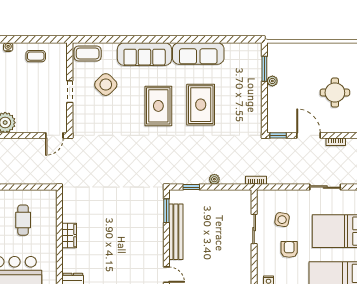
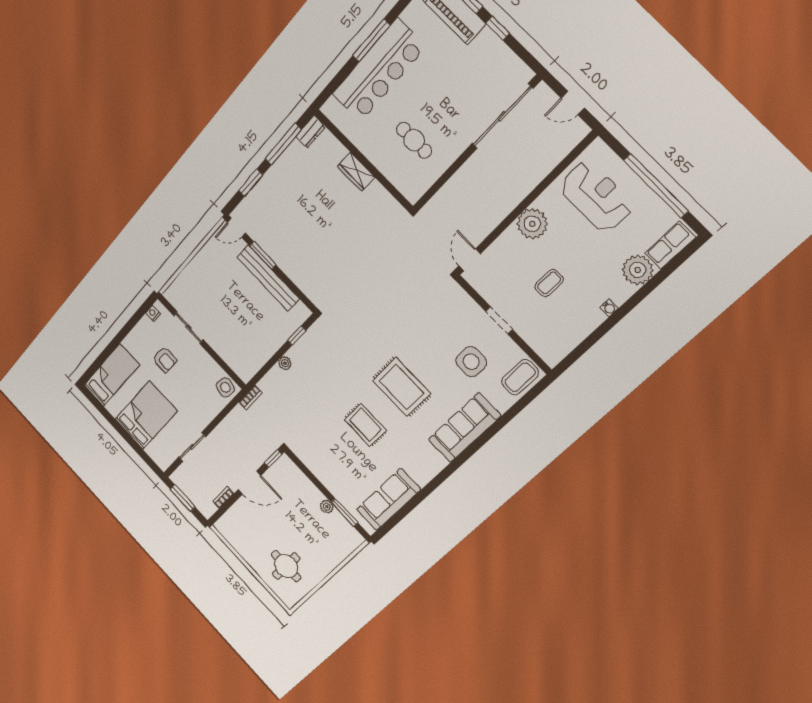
sofa: (198, 53) -> (388, 500), moved
coffee table: (36, 56) -> (549, 283), moved
side table: (106, 85) -> (471, 362), turned 45
round table: (335, 93) -> (286, 566), moved
rug: (201, 105) -> (365, 425), width x0.73, depth x0.70
window: (166, 211) -> (263, 255), moved
side table: (282, 220) -> (225, 387), moved
sliding door: (254, 229) -> (188, 327), moved

